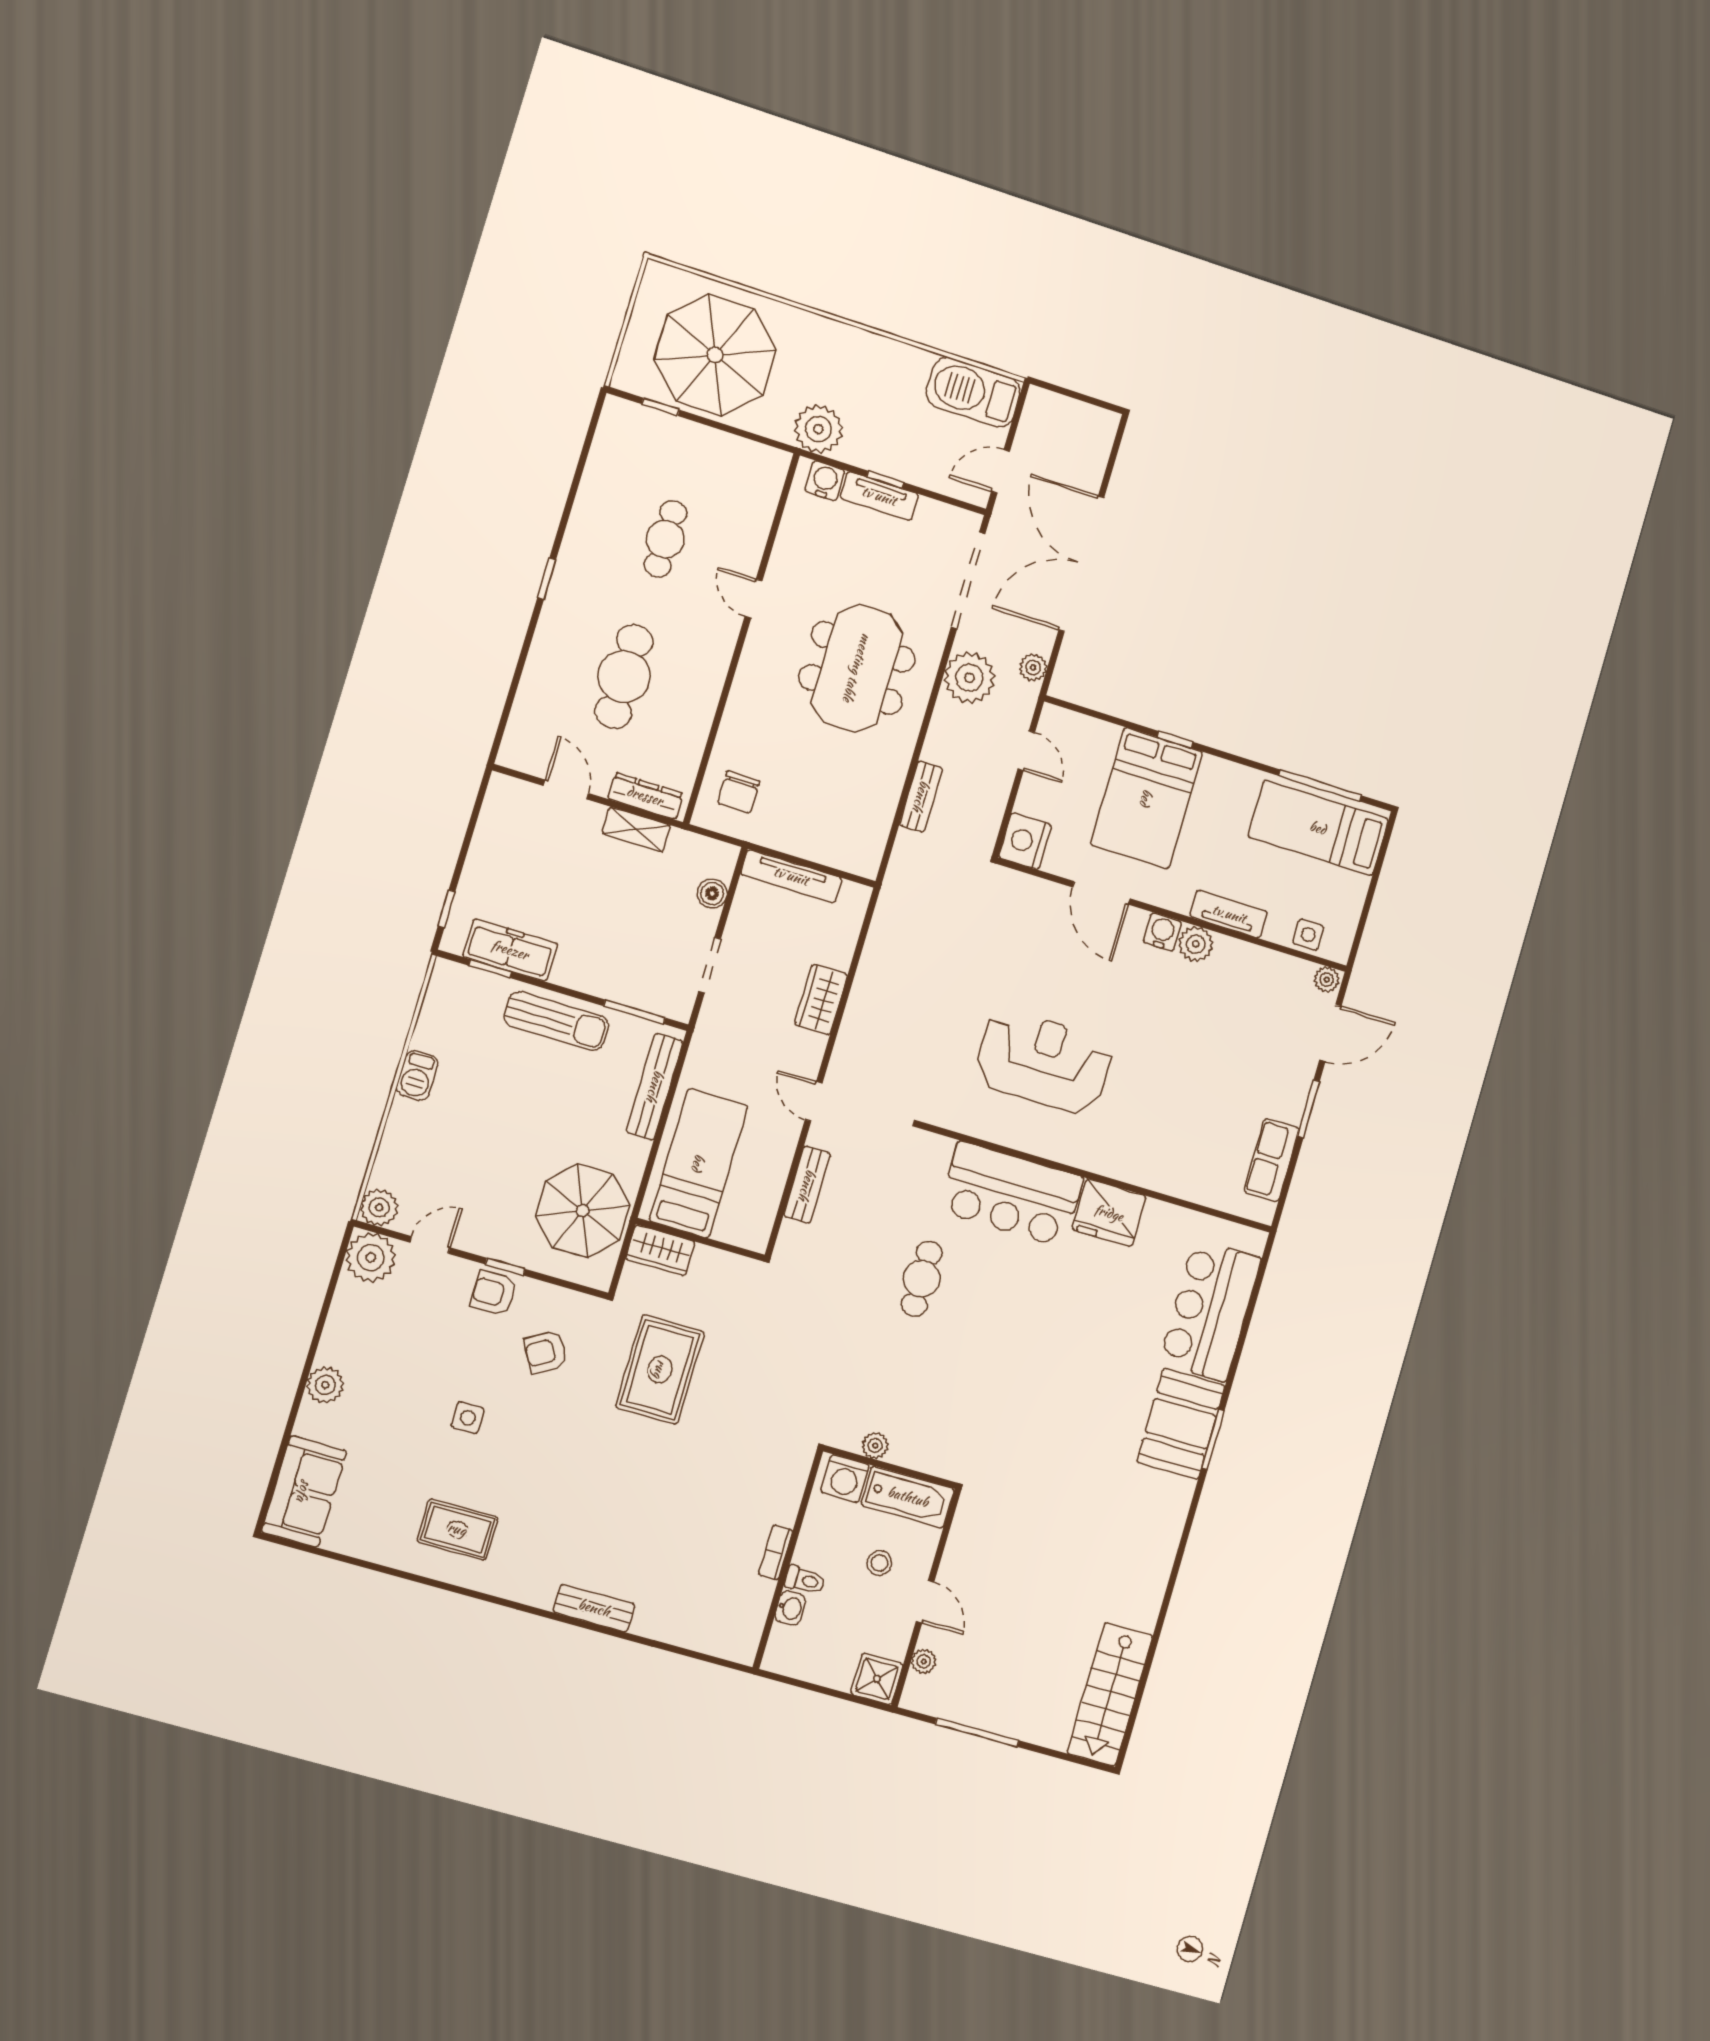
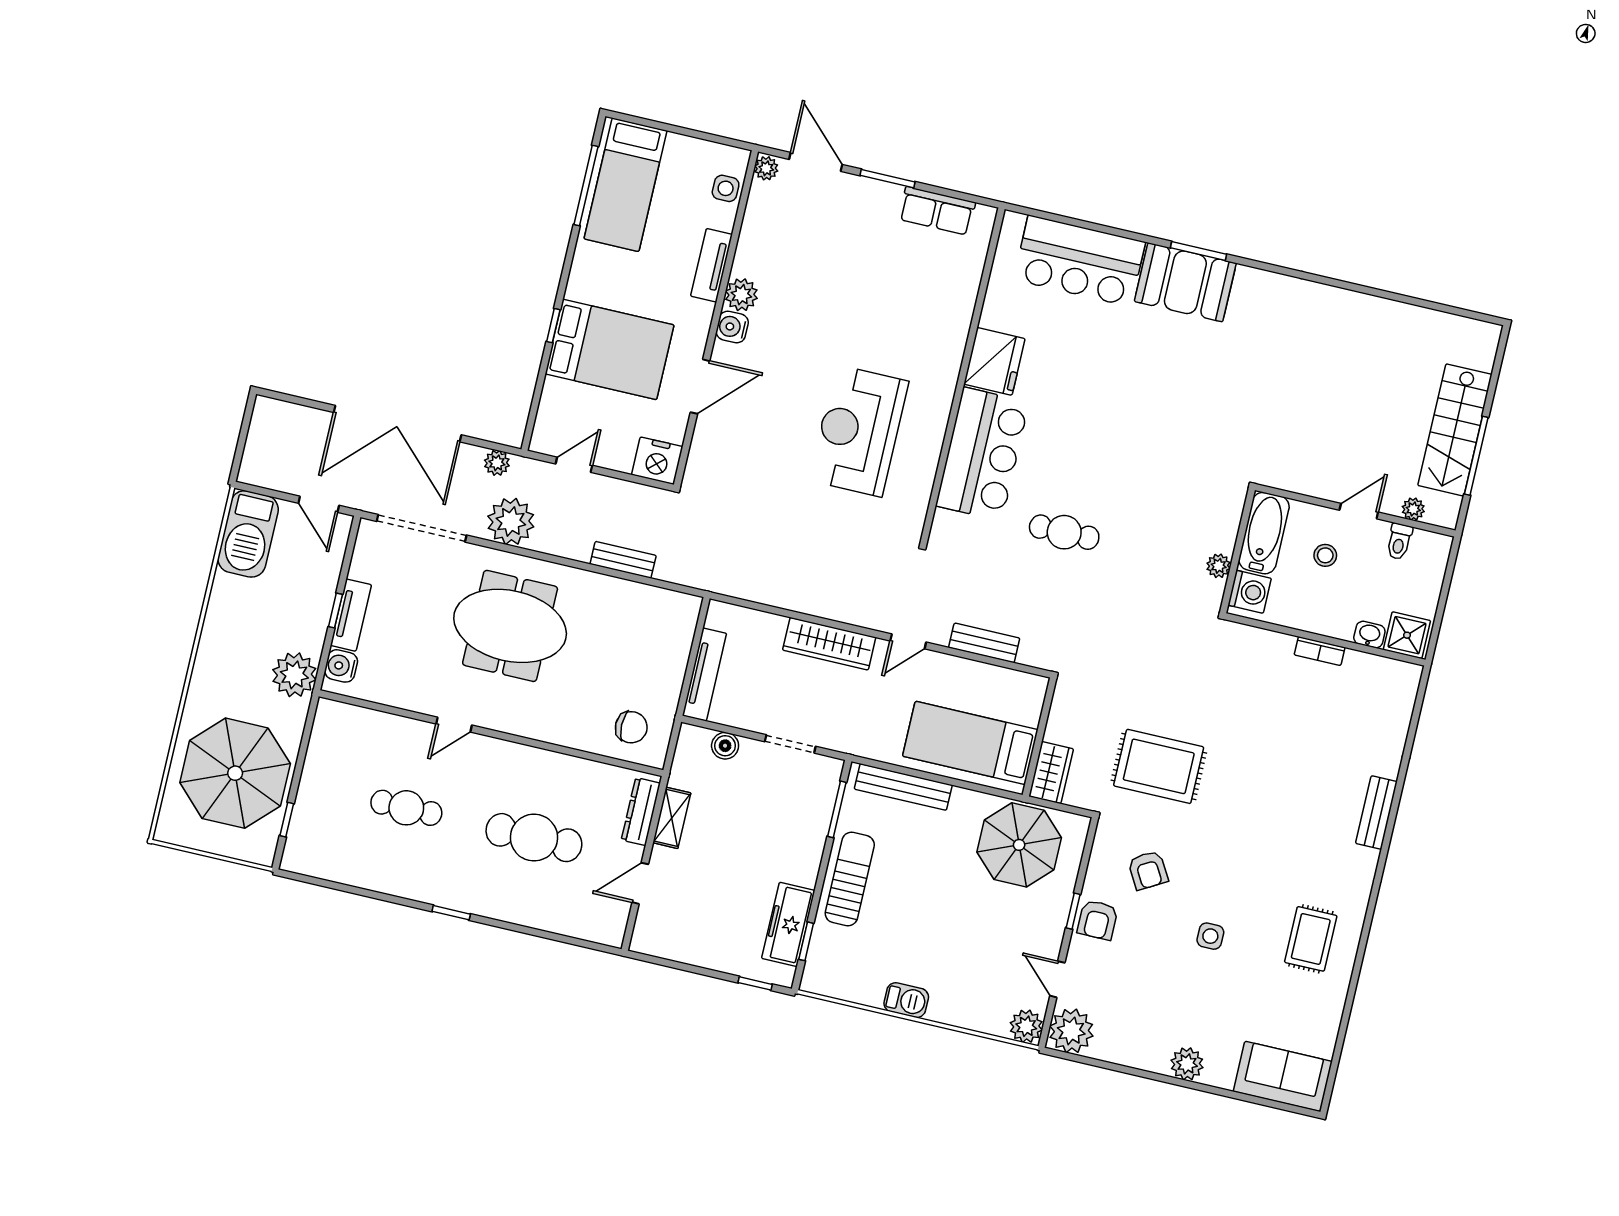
wardrobe: (821, 1000) -> (829, 644), width x1.50
toilet: (805, 1580) -> (1399, 541), moved, turned 180
shower: (877, 1679) -> (1407, 635), moved
stairs: (1110, 1694) -> (1455, 430), moved, turned 90

